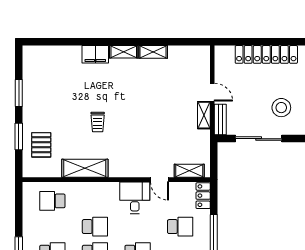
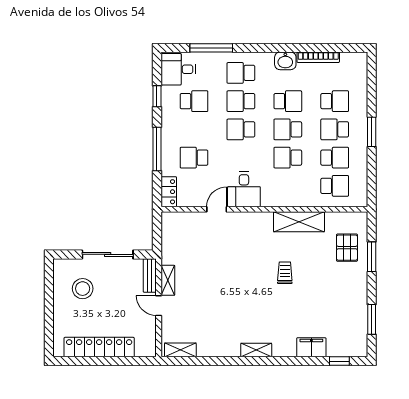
window: (48, 42) -> (339, 361), added
shelving: (153, 52) -> (180, 350), moved
filing cabinet: (95, 54) -> (311, 347), moved
window: (19, 93) -> (372, 319), moved
shelving: (189, 171) -> (184, 219), removed
door: (160, 180) -> (217, 209), hinge flipped
school desk: (52, 227) -> (335, 158), added

